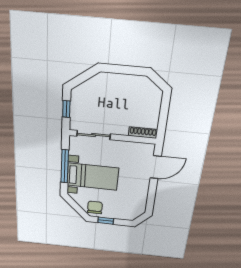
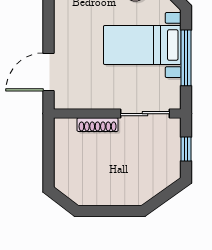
shoe rack: (143, 133) -> (98, 125), moved

